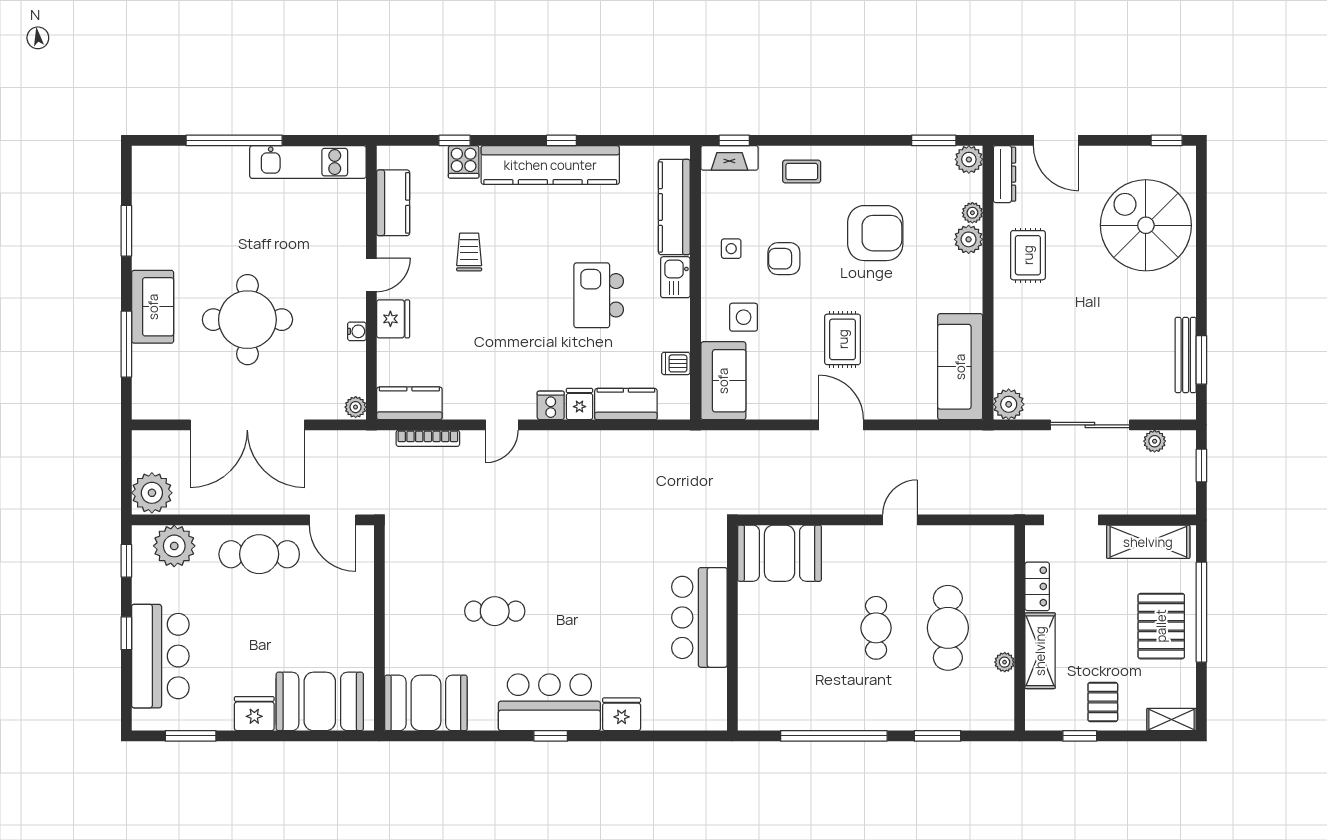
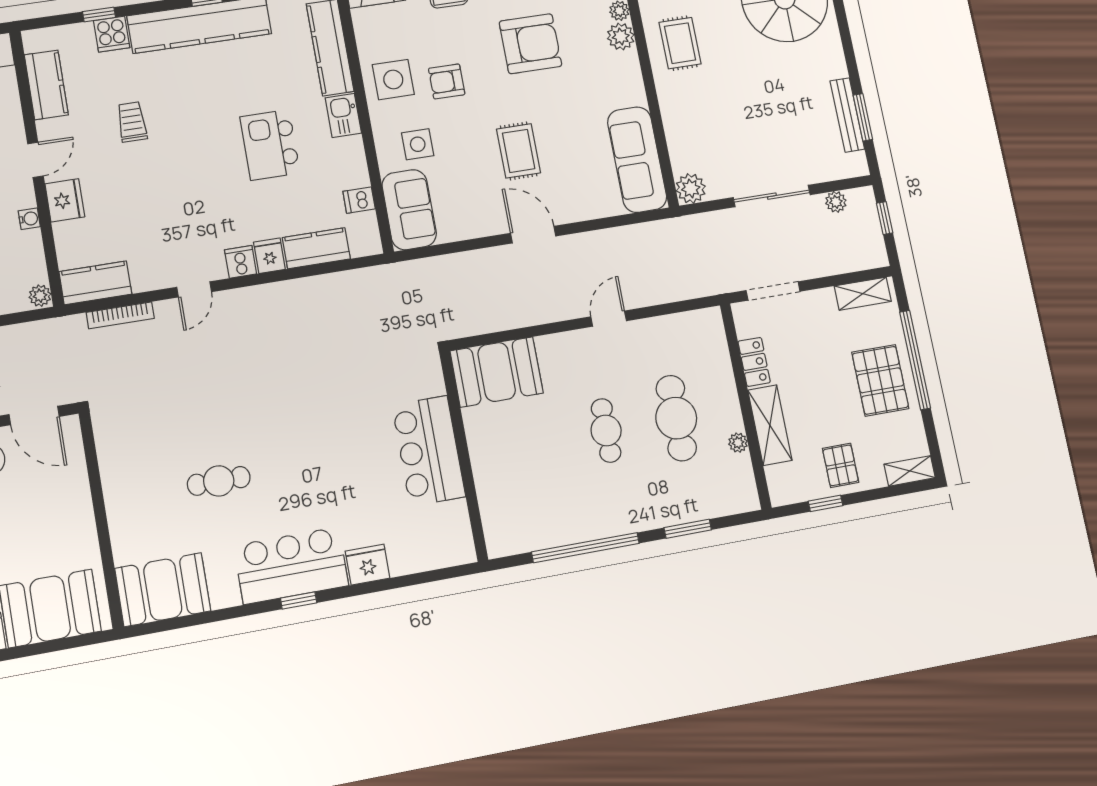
side table: (731, 249) -> (393, 80), width x1.87, depth x1.87
shelving: (1148, 542) -> (863, 294), width x0.67, depth x0.75

